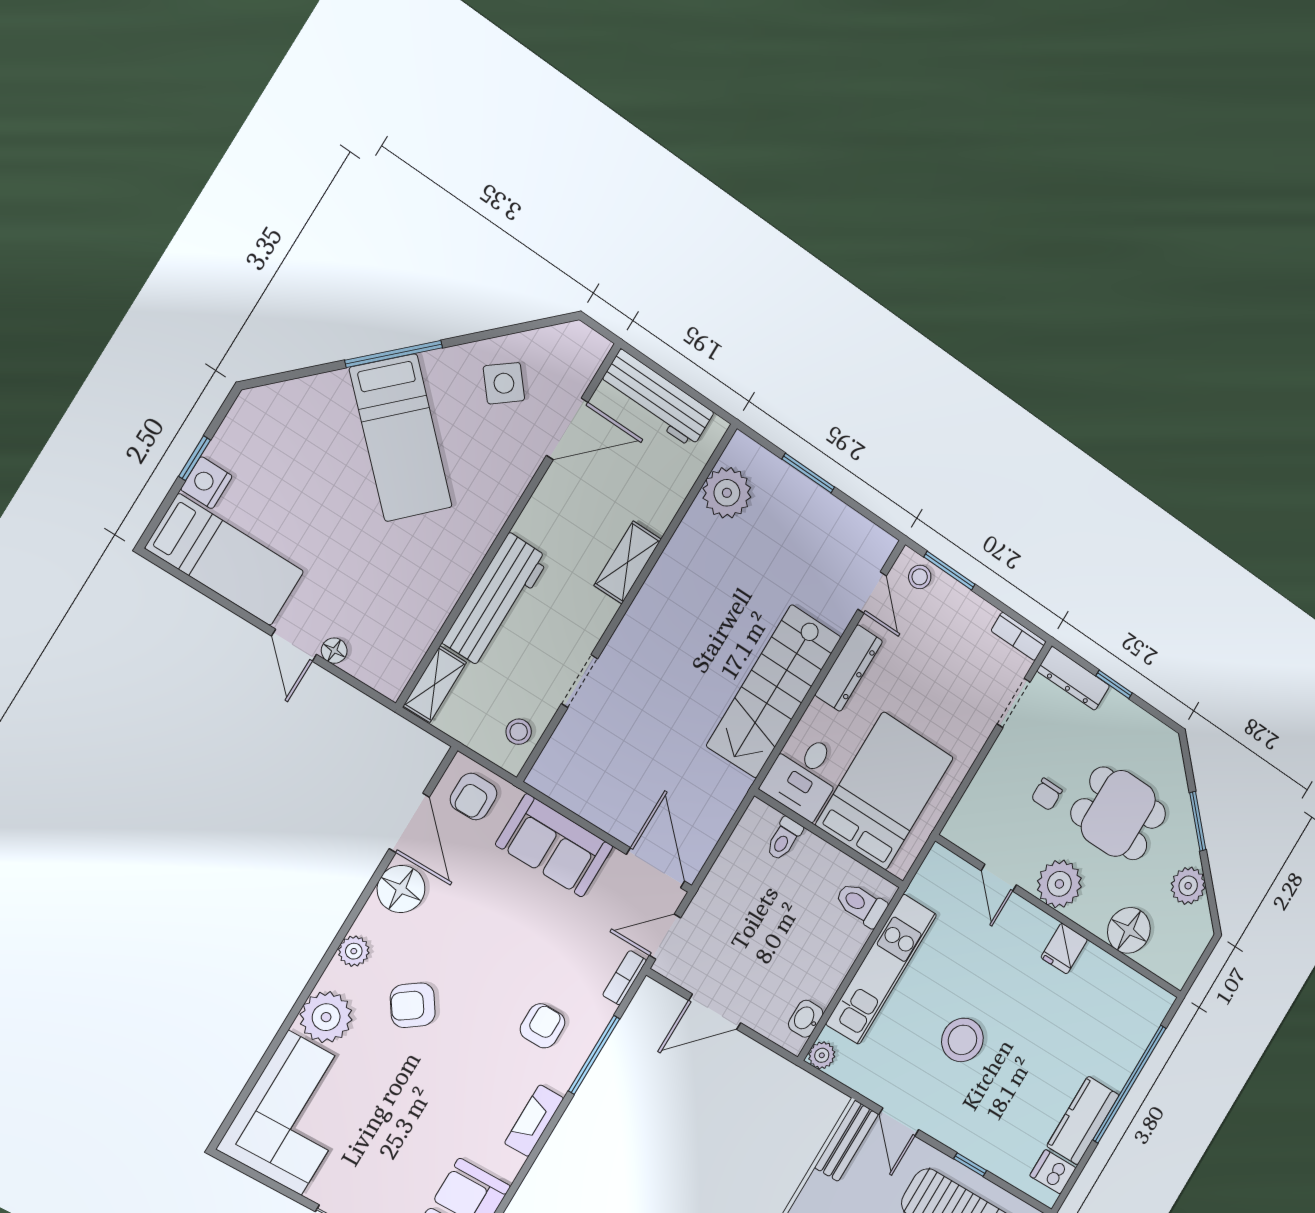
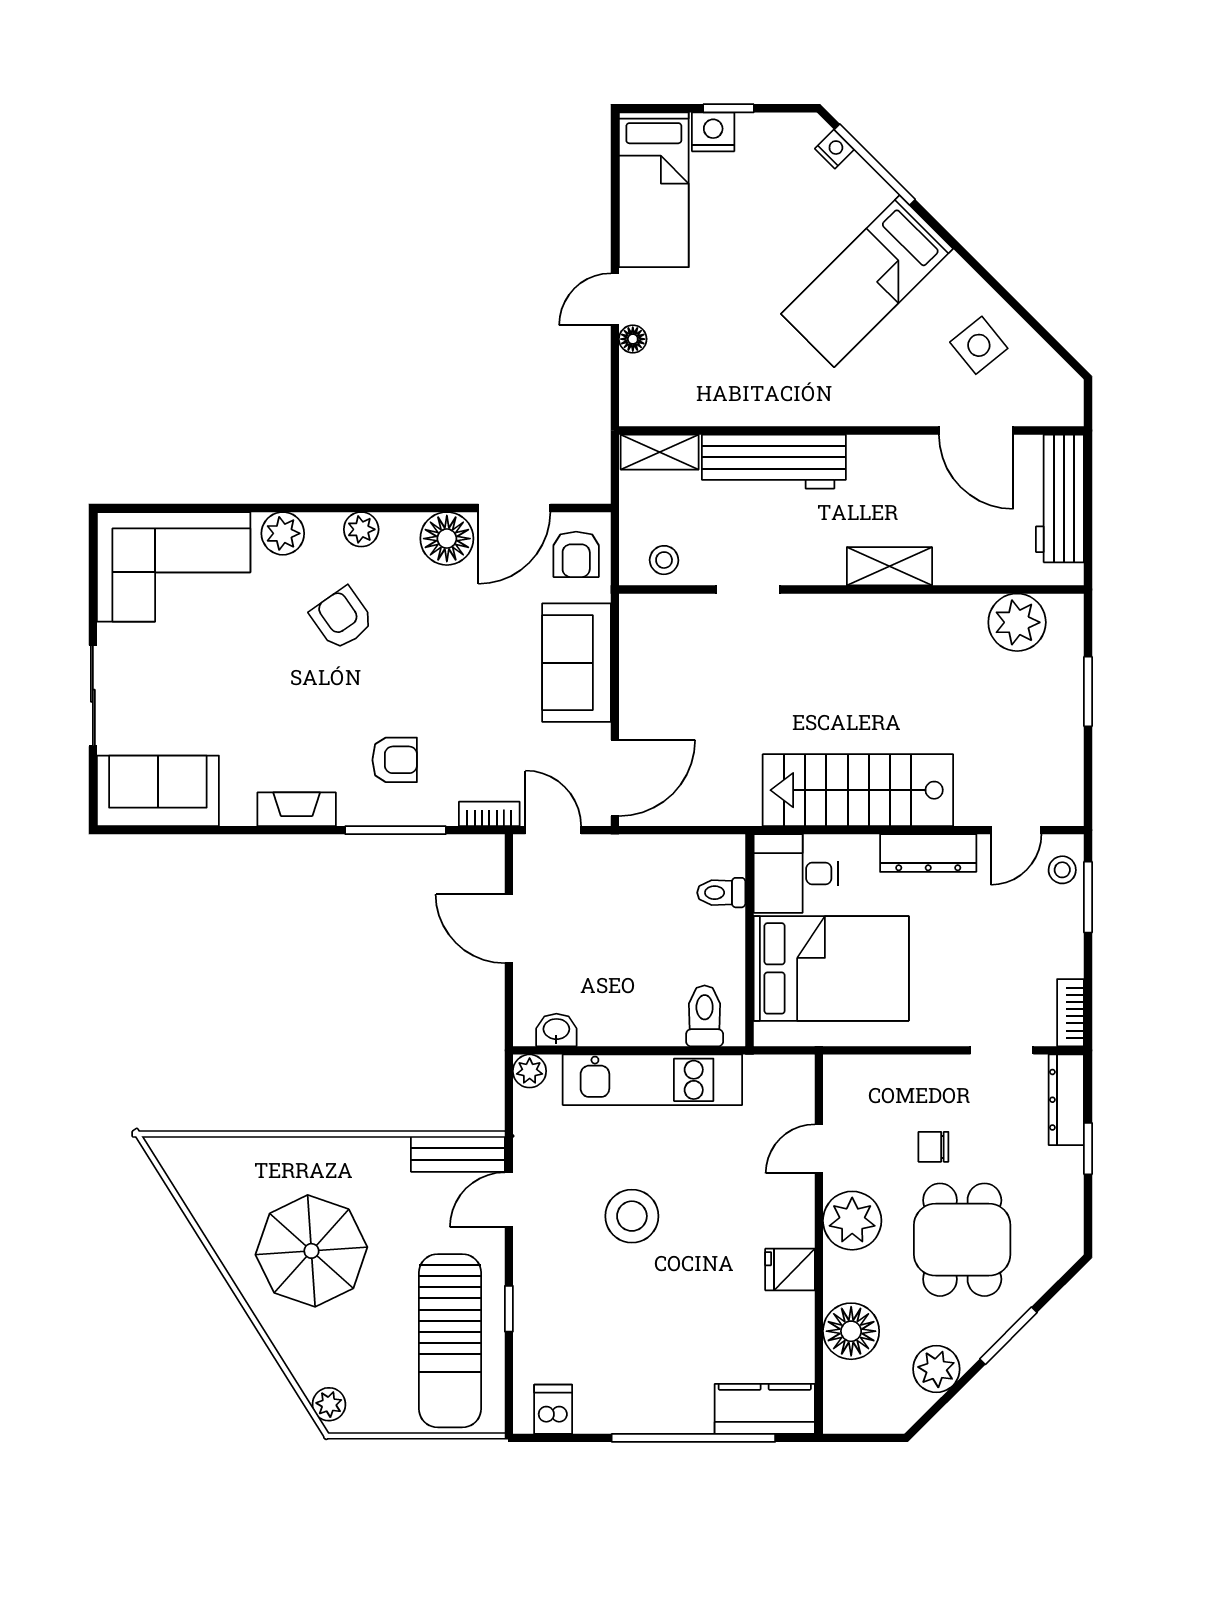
window: (394, 354) -> (875, 164), moved
nightstand: (280, 395) -> (834, 149), added
armchair: (473, 797) -> (576, 554), turned -90
plant: (326, 1017) -> (283, 533), width x0.73, depth x0.73
kitchen counter: (1083, 1121) -> (765, 1409), moved

